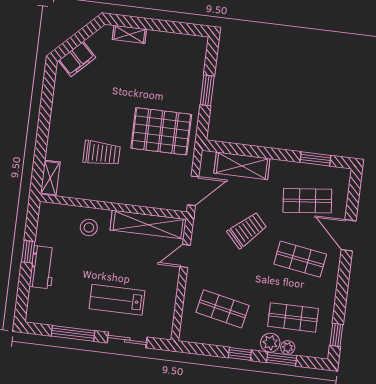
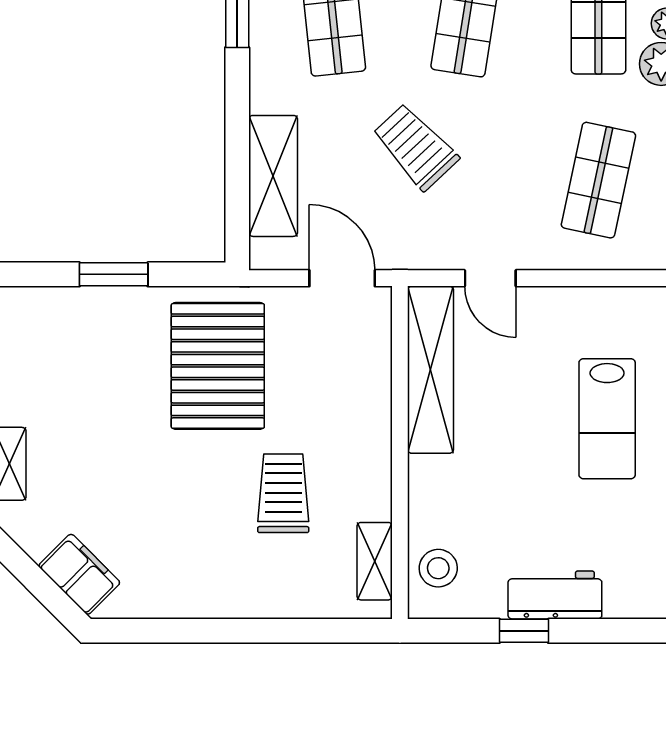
shelving: (50, 178) -> (375, 561), moved, turned 90
stool: (89, 227) -> (438, 568), moved

